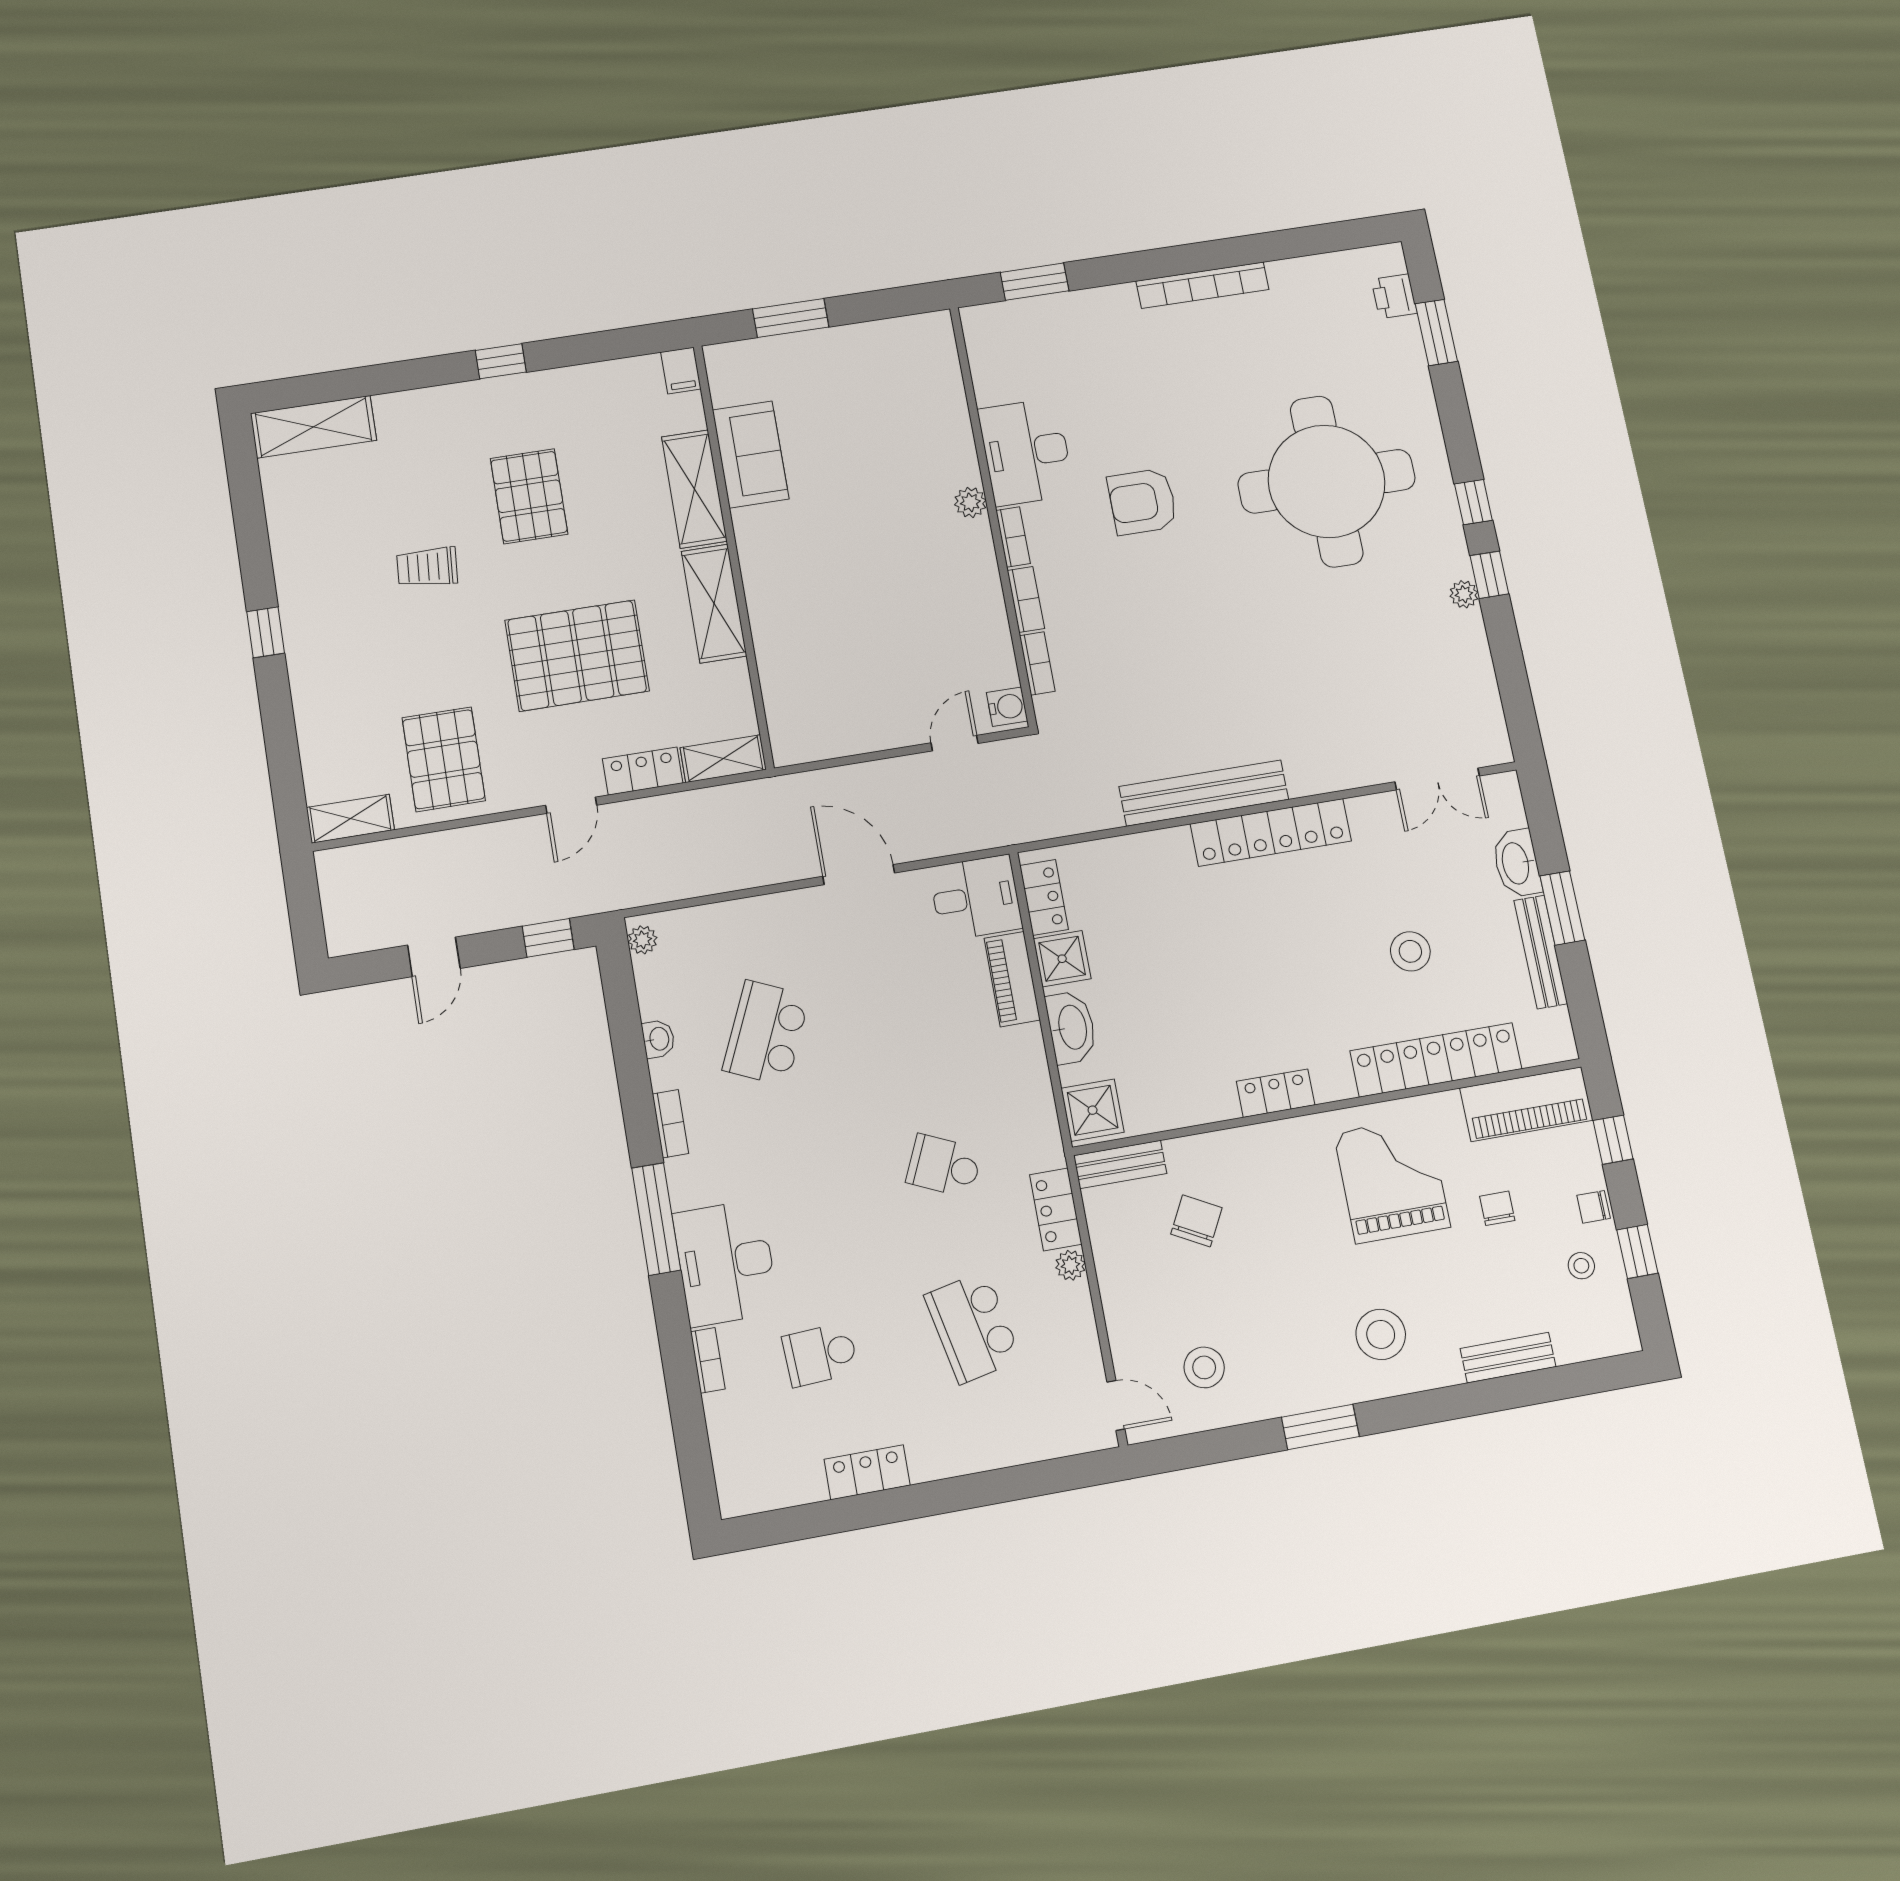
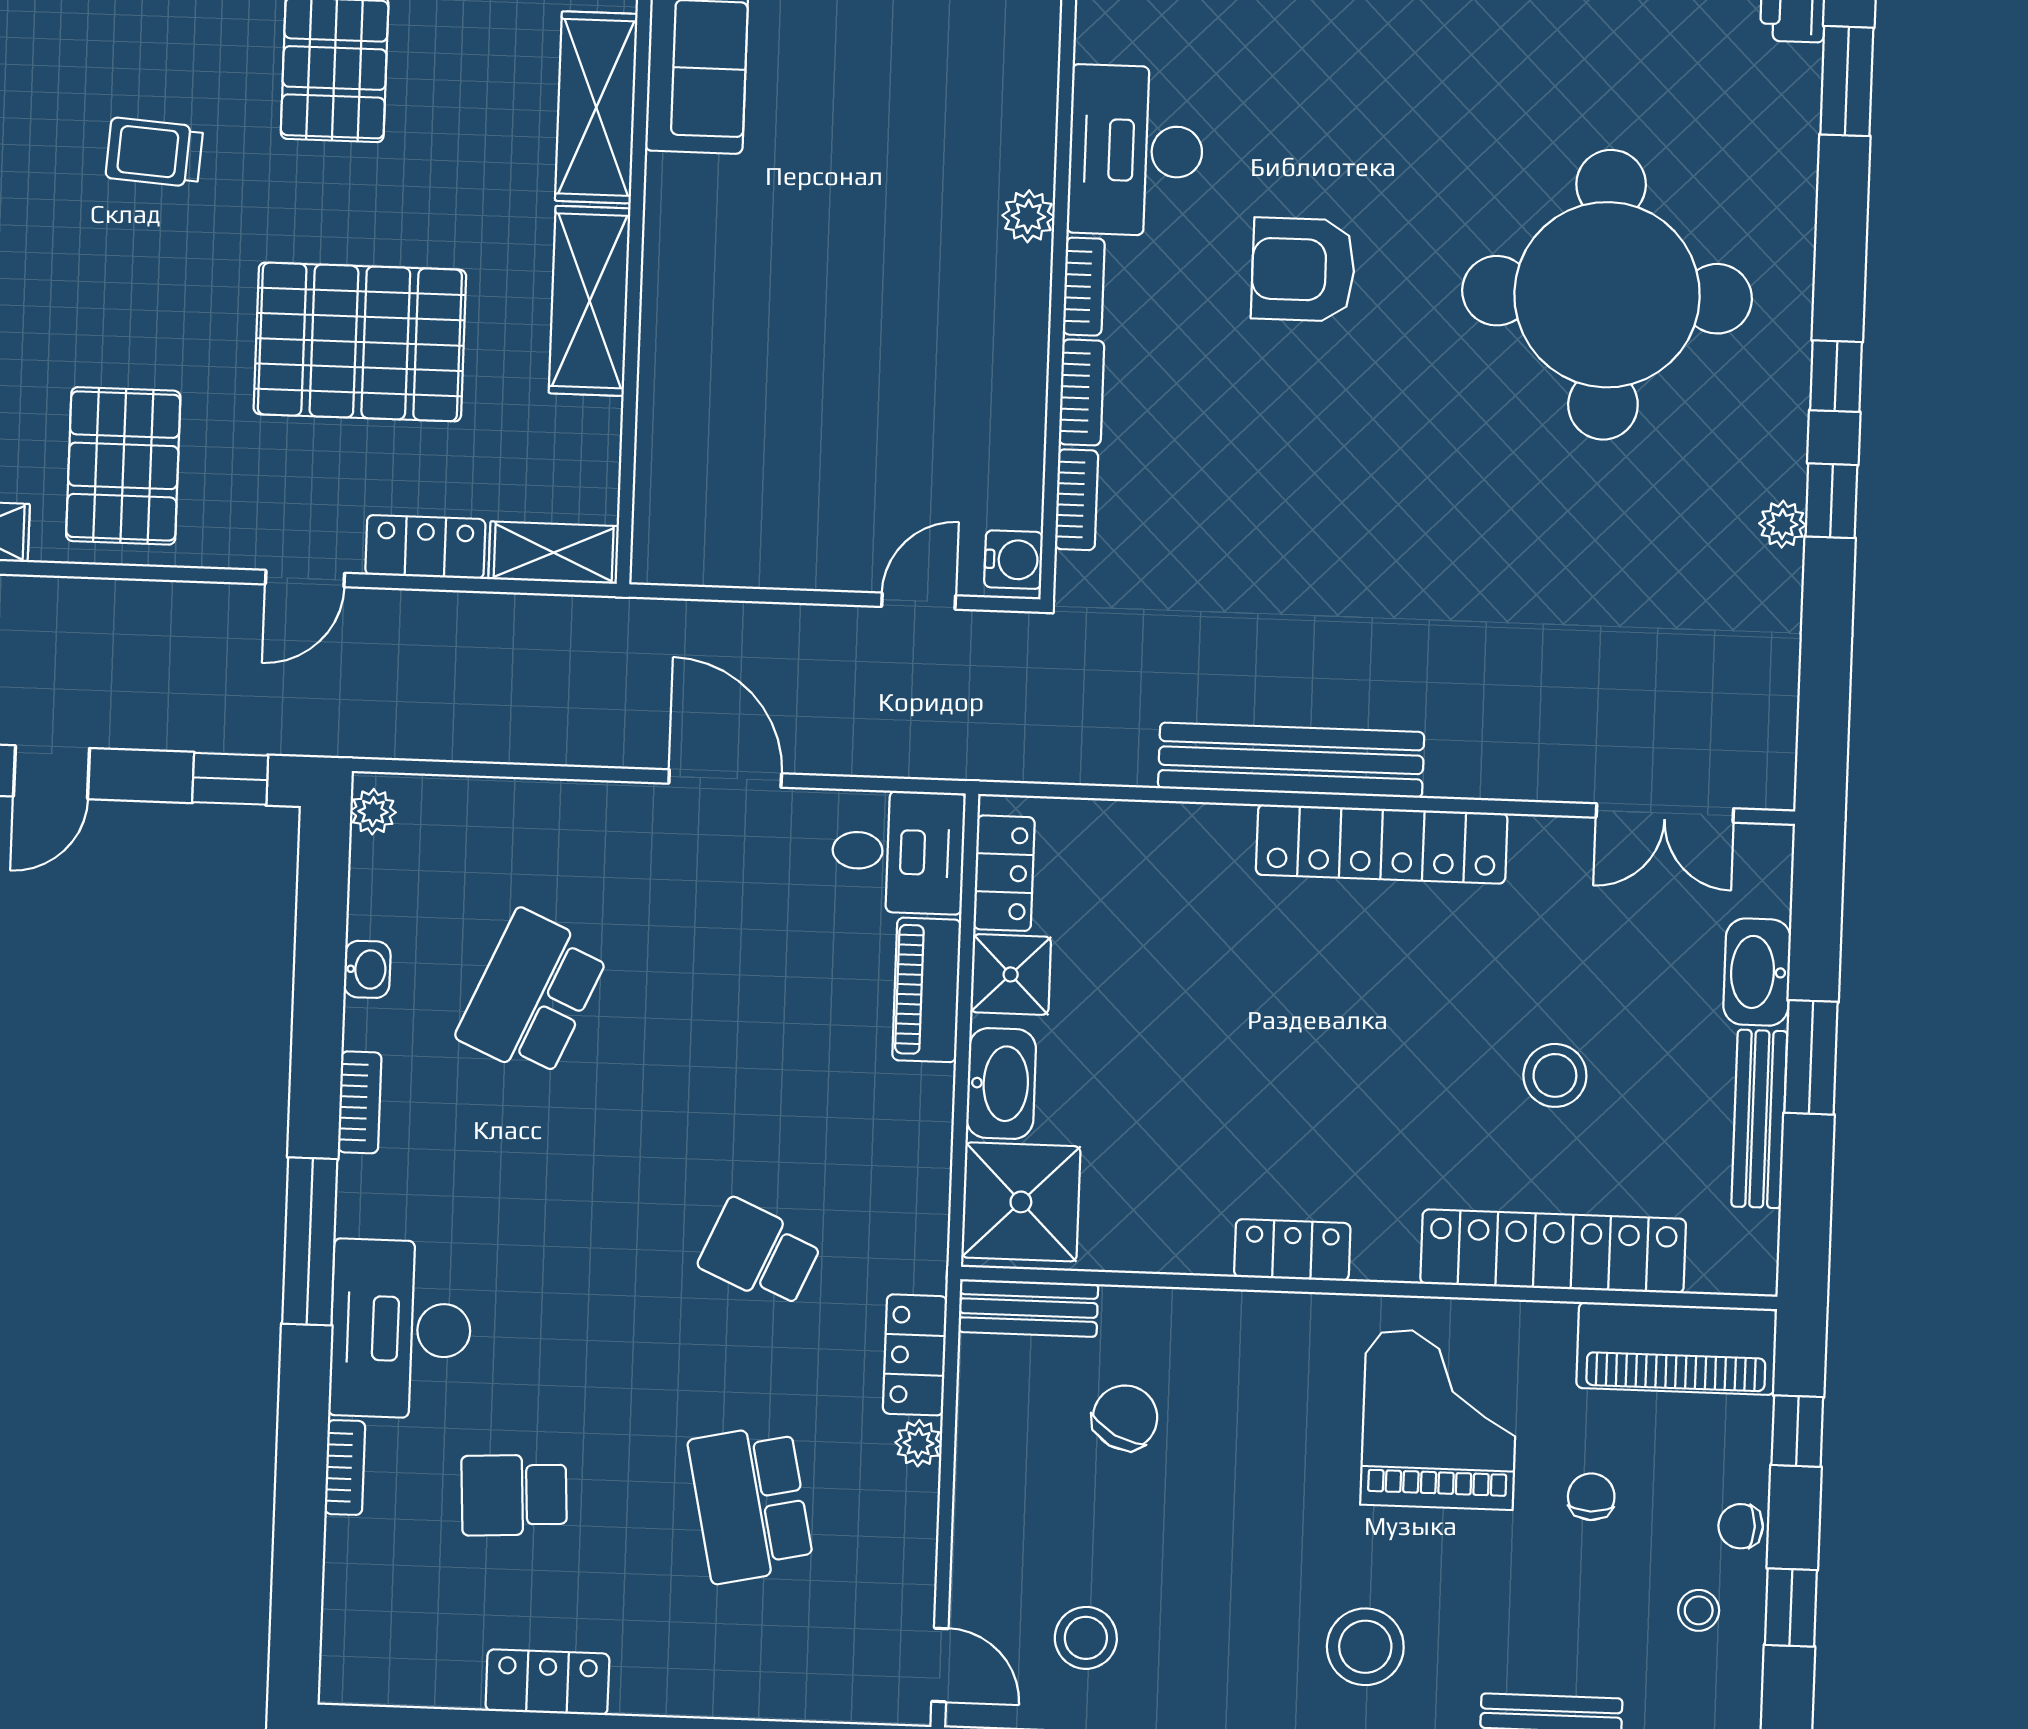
shower: (1093, 1110) -> (1021, 1202), width x1.36, depth x1.36

